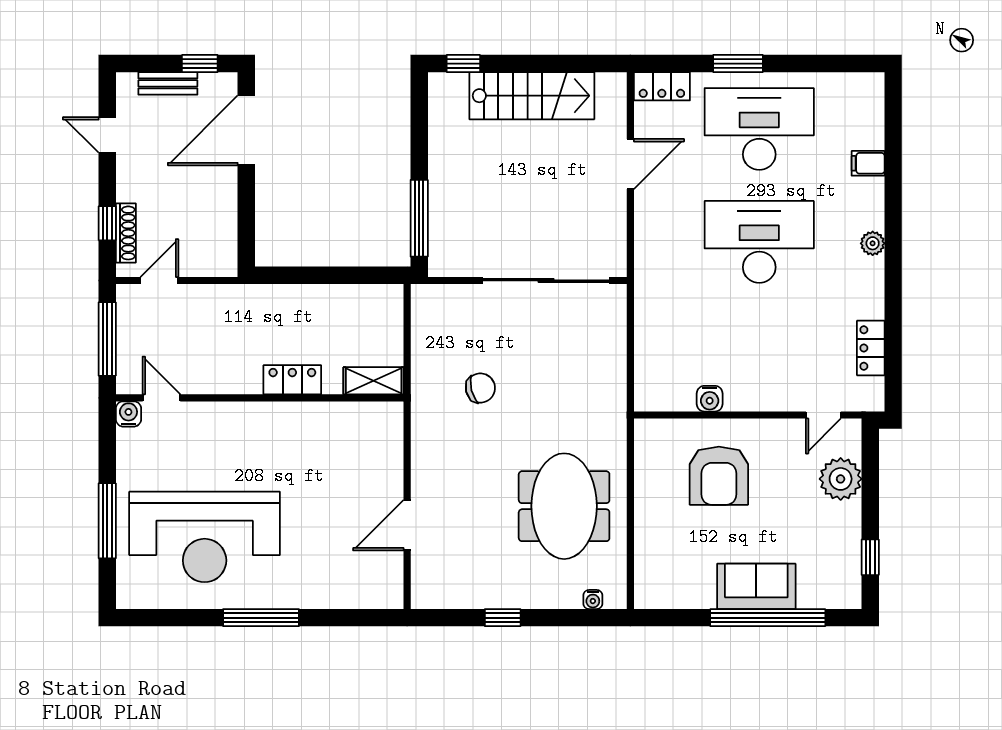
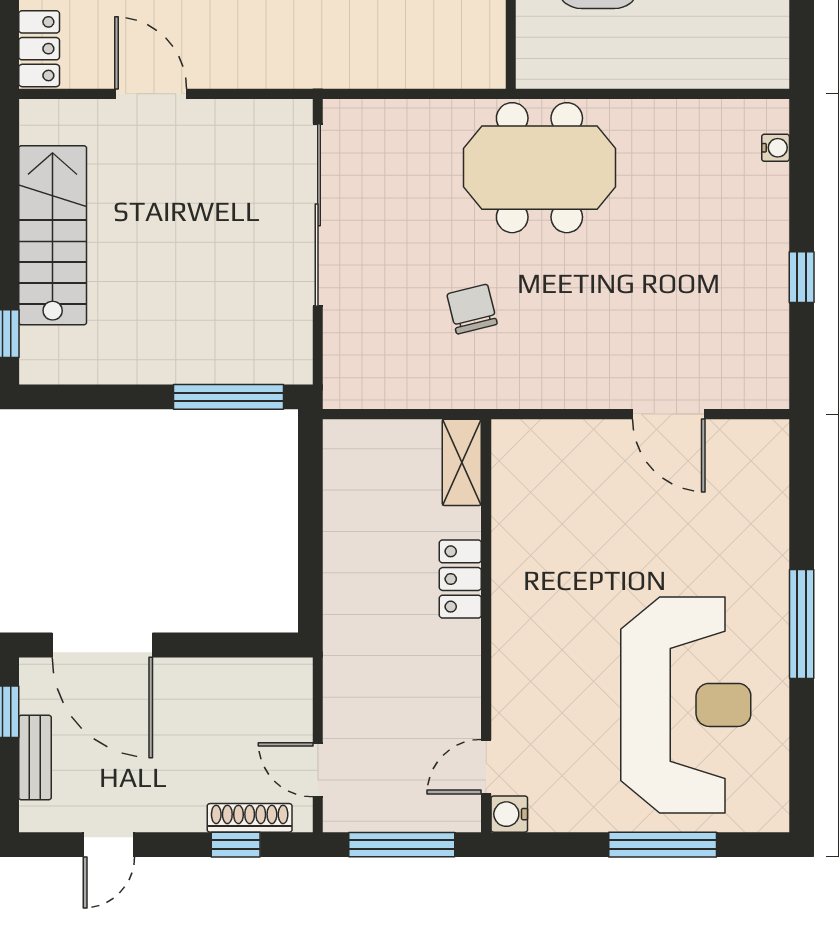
meeting table: (564, 506) -> (539, 168), moved

